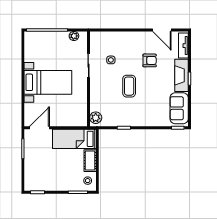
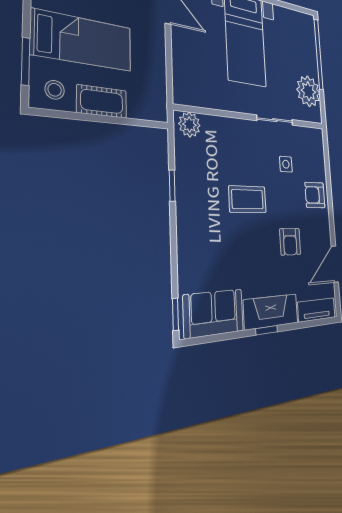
plant: (74, 36) -> (308, 91), width x1.88, depth x1.88
armchair: (126, 41) -> (315, 195), added
bed: (74, 139) -> (82, 41), moved, turned 90

